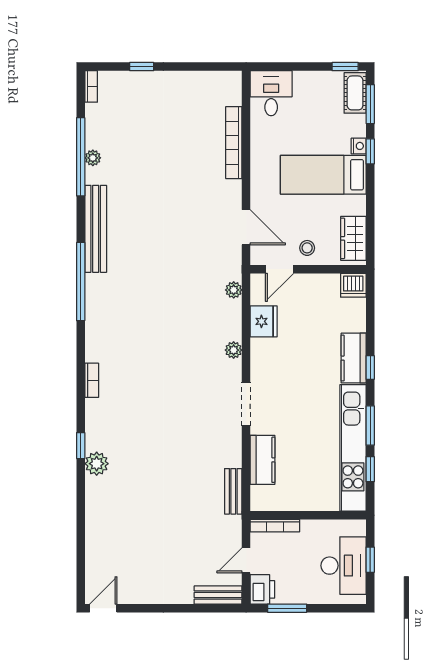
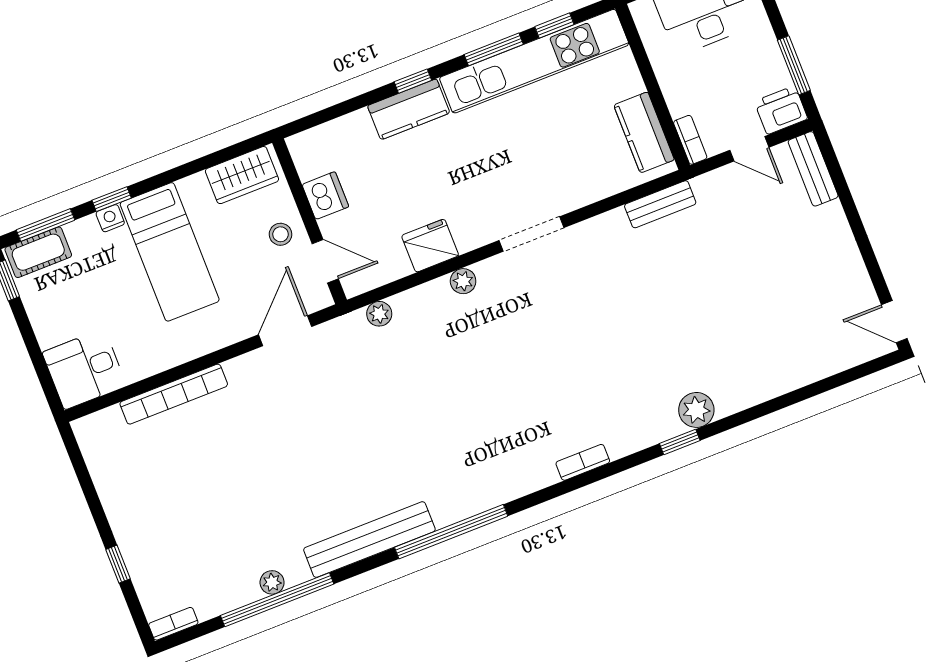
dishwasher: (353, 285) -> (325, 196), moved
fridge: (264, 321) -> (430, 246), moved
kitchen counter: (263, 460) -> (644, 132), moved, turned -90
bookcase: (275, 526) -> (690, 140), width x0.64

